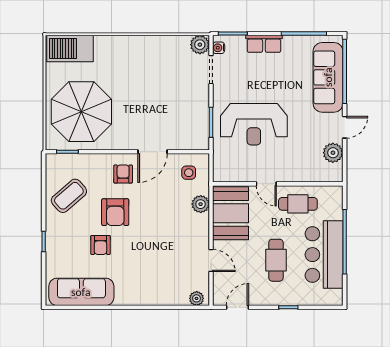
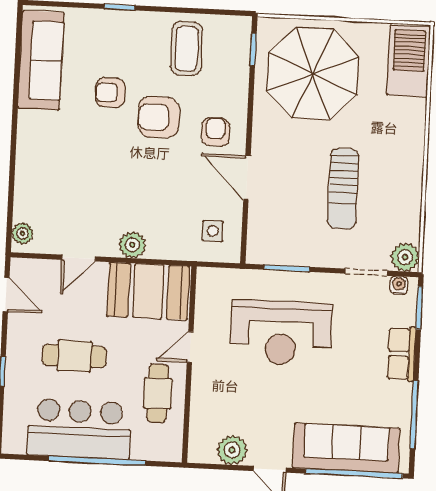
sun lounger: (157, 88) -> (343, 189), added
reception desk: (254, 124) -> (281, 333), turned -90
armchair: (123, 174) -> (216, 132), turned -90
coffee table: (69, 196) -> (187, 49), turned 41
plant: (201, 204) -> (132, 245), moved

